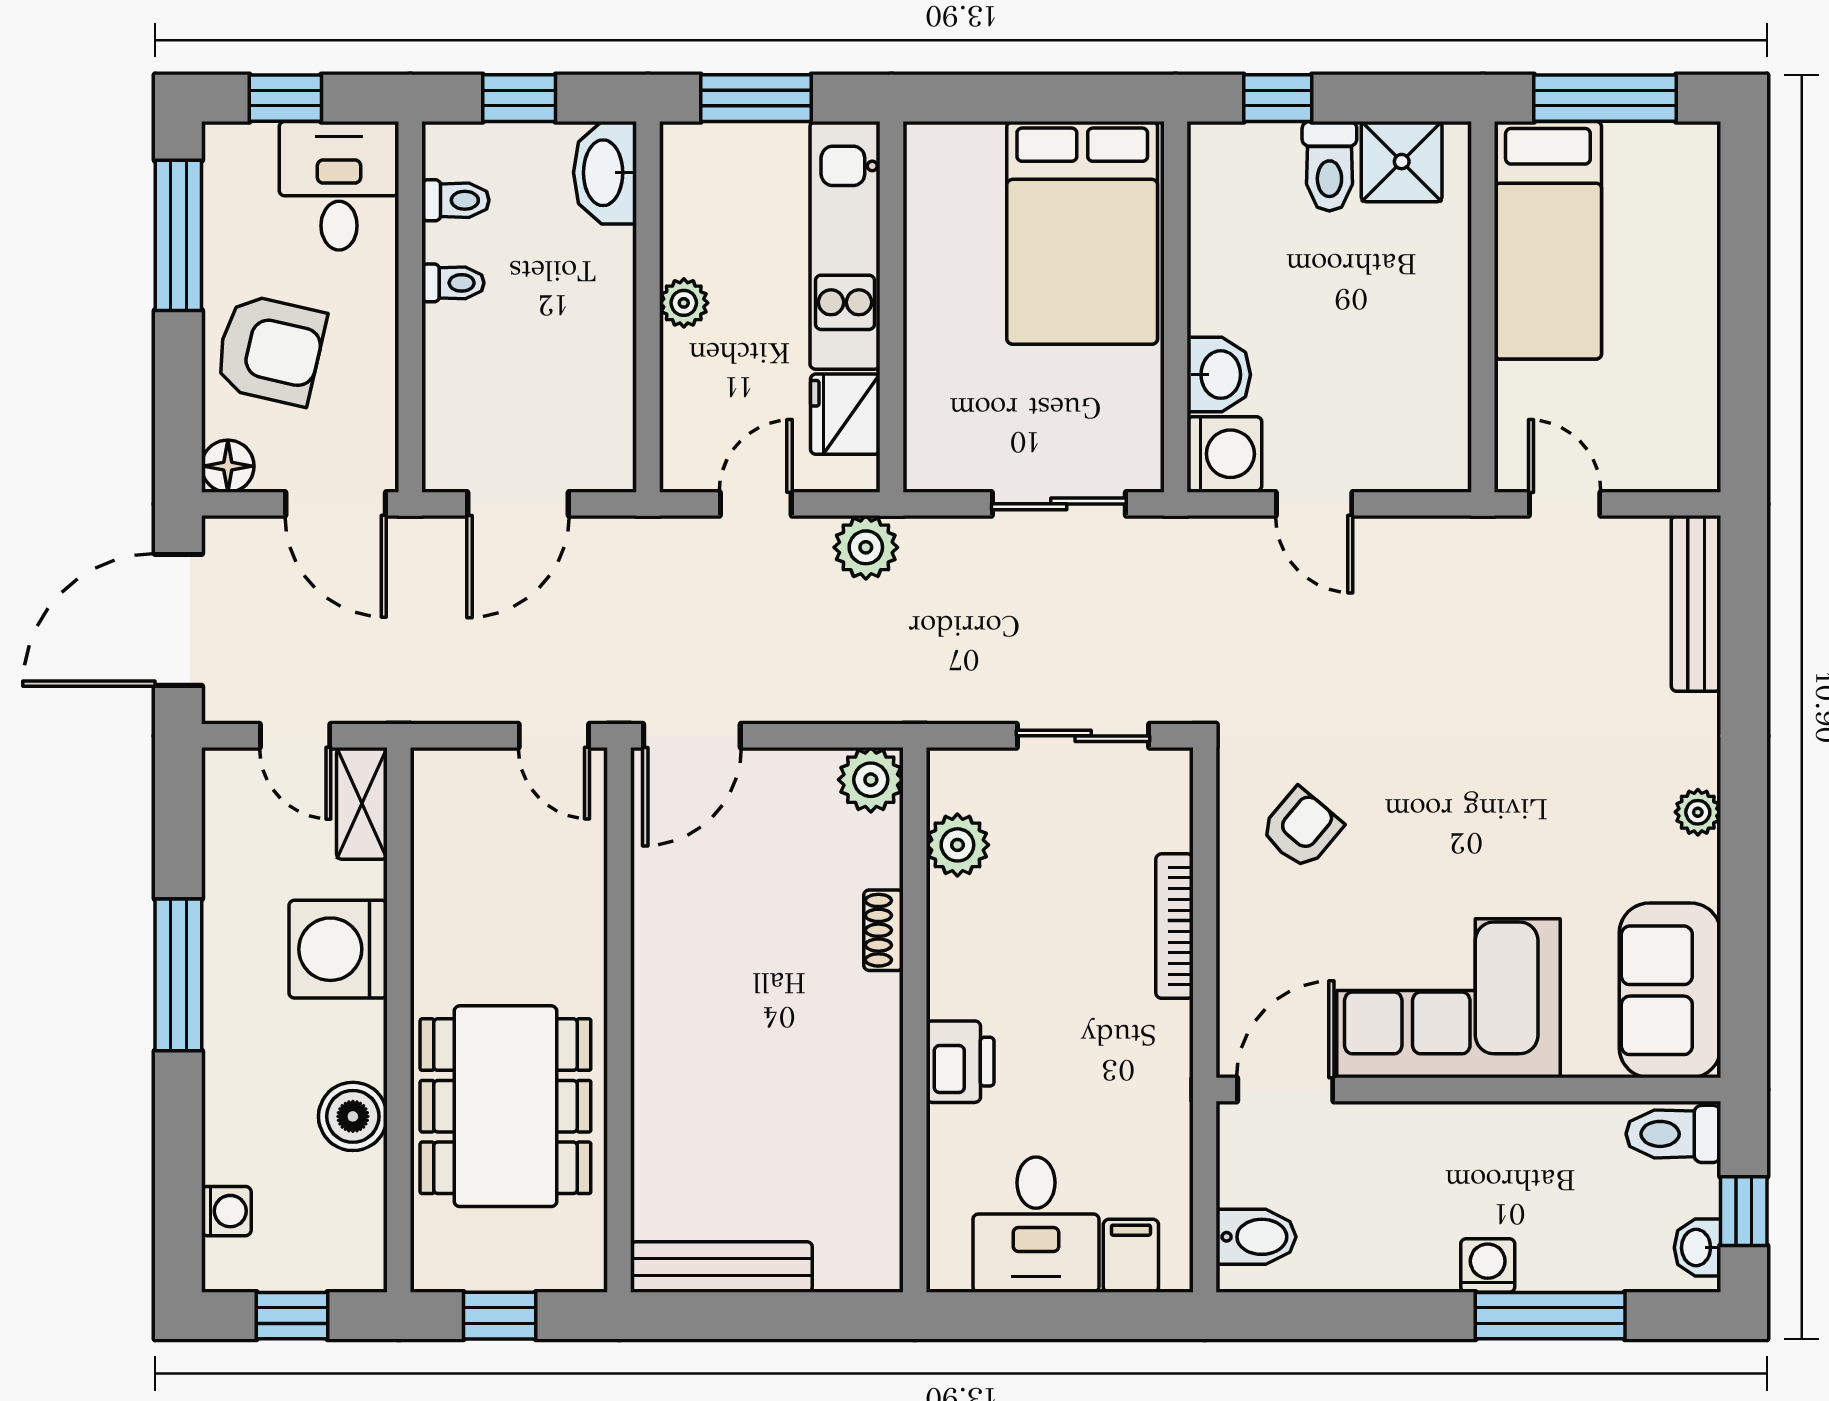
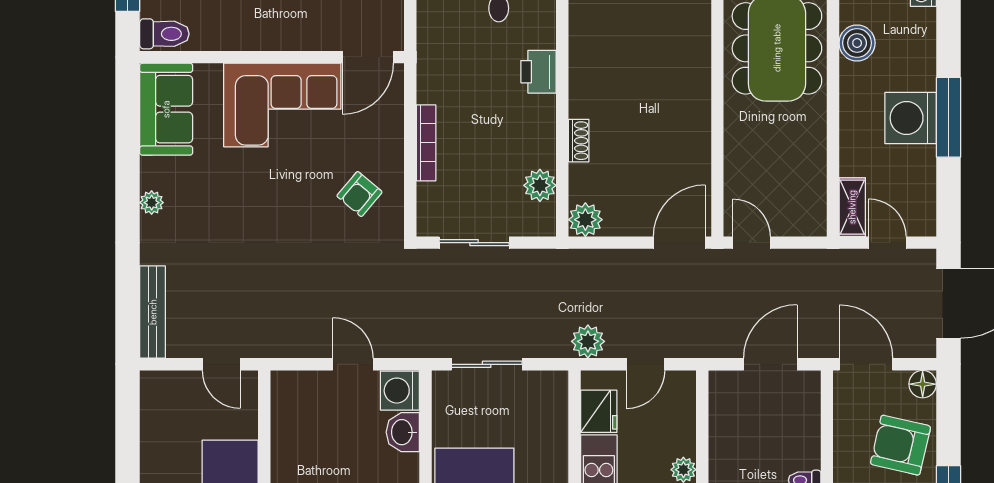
washing machine: (338, 949) -> (911, 118), moved, turned 180

